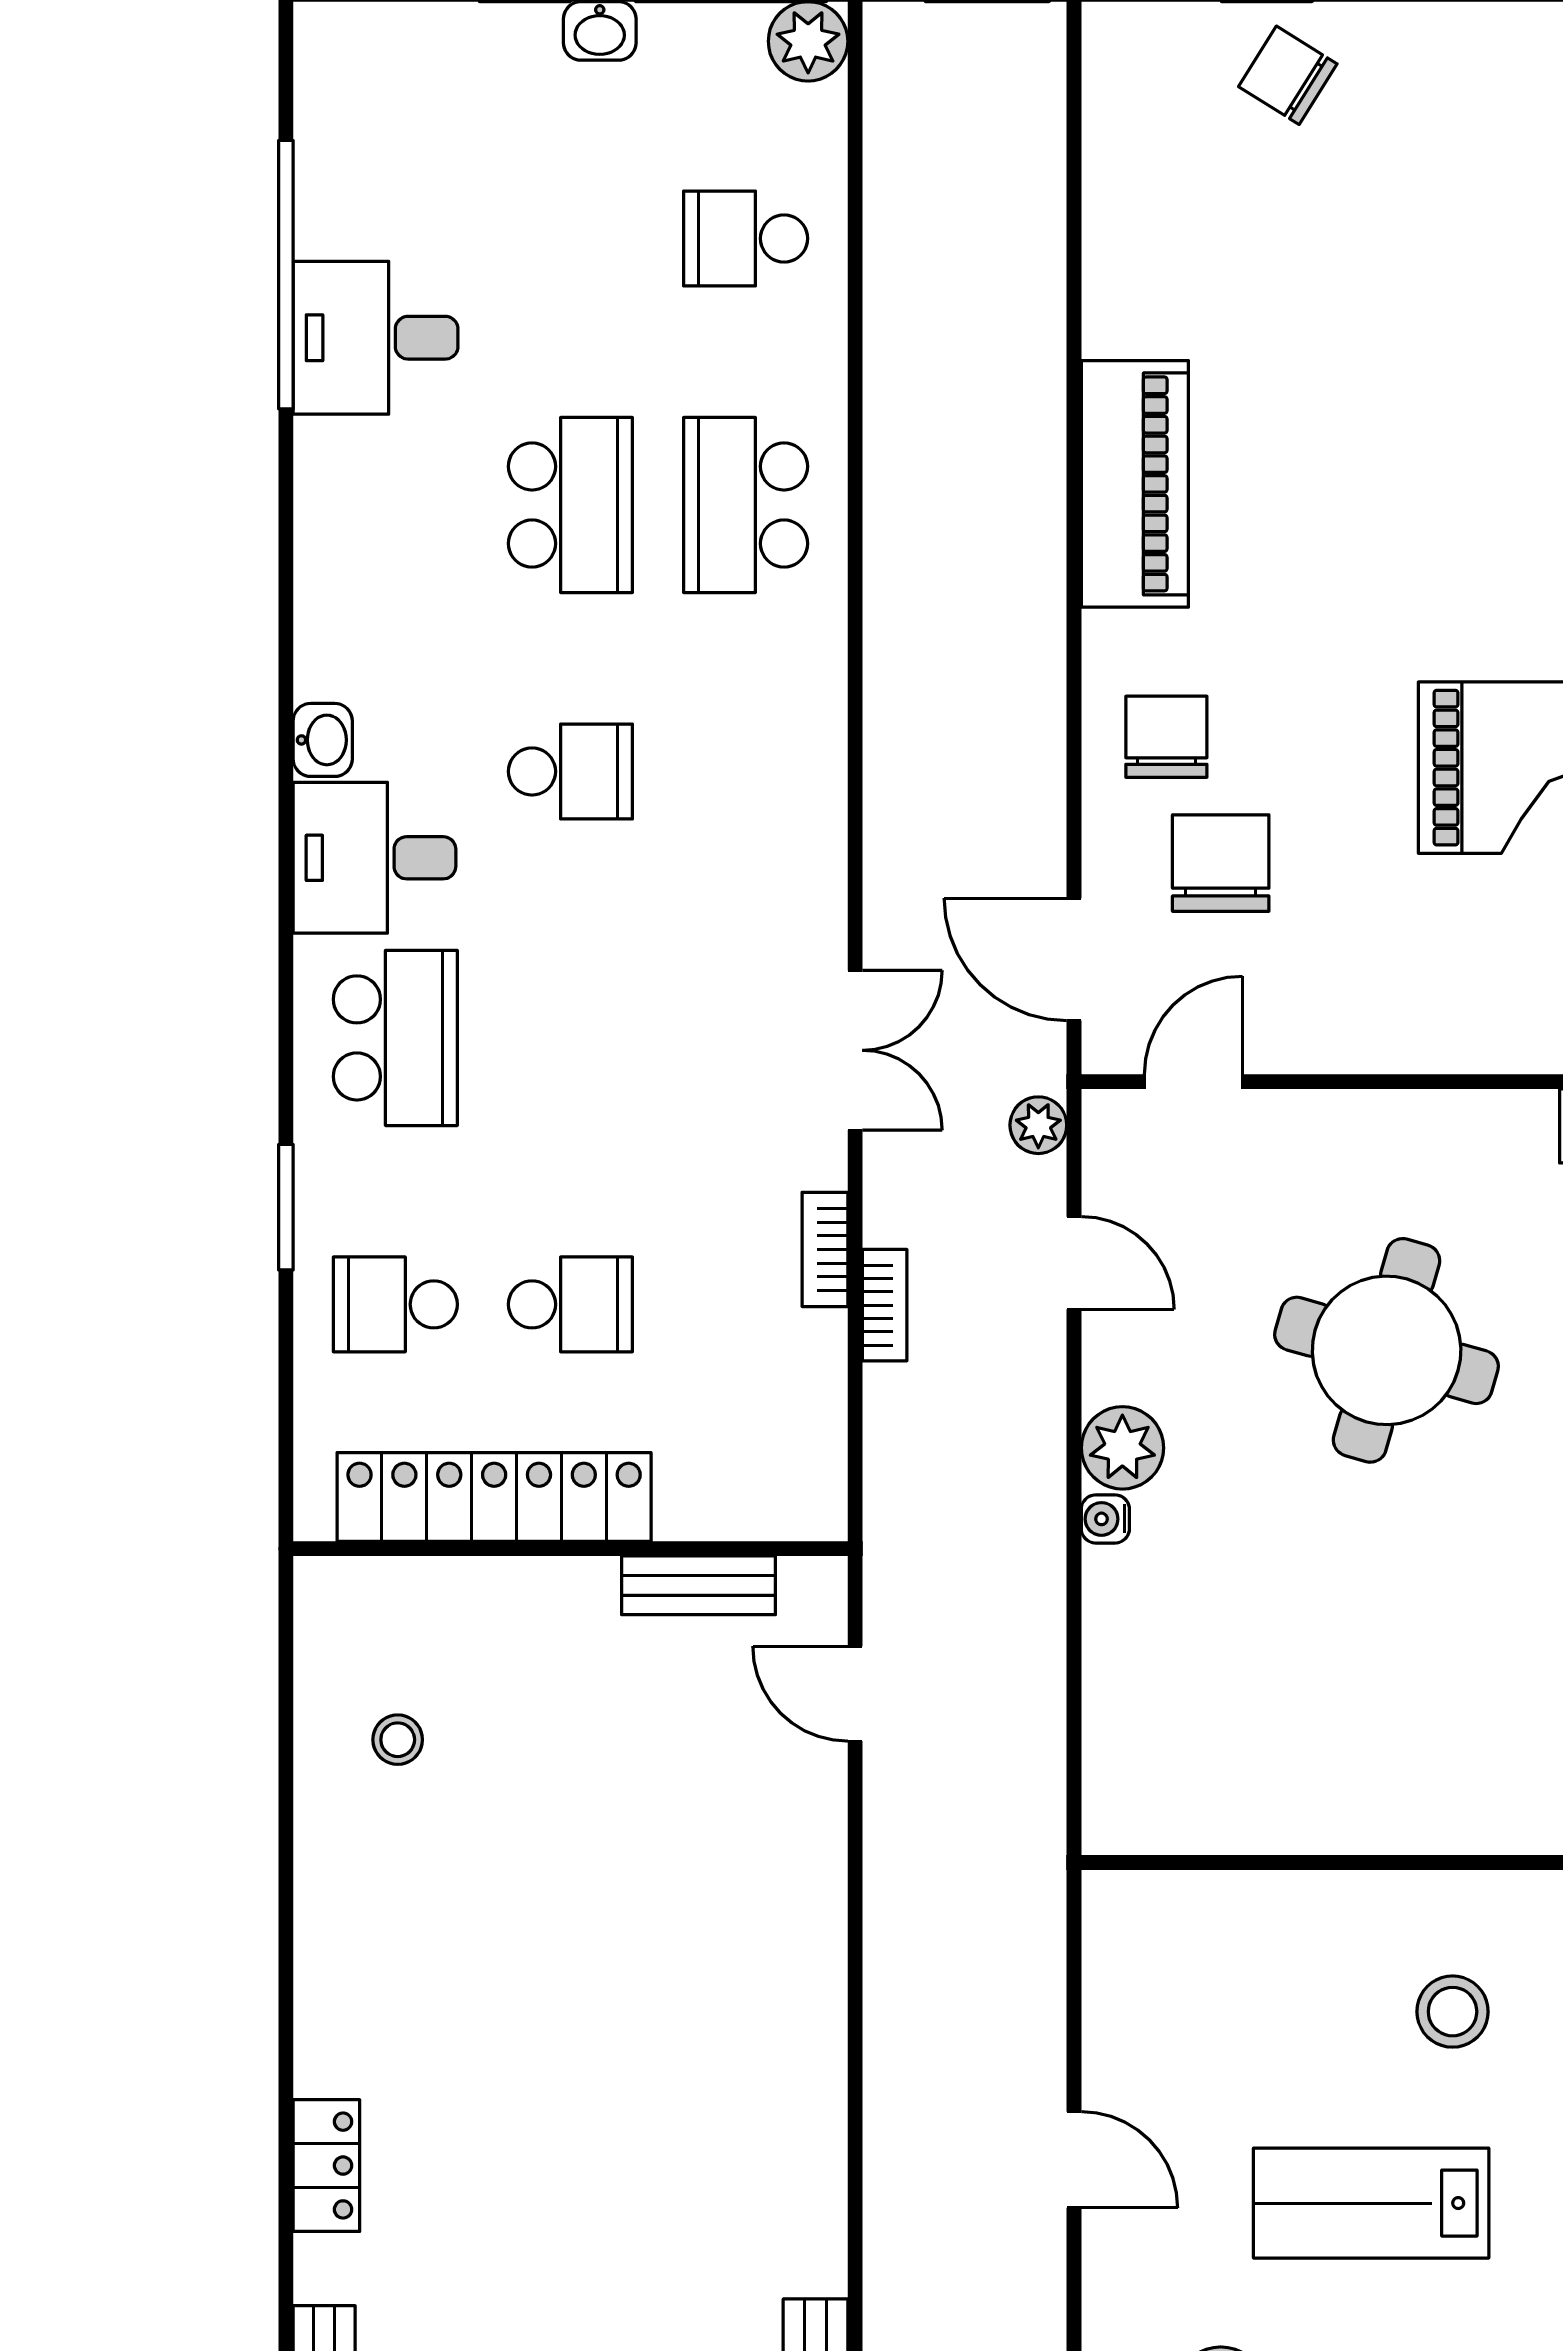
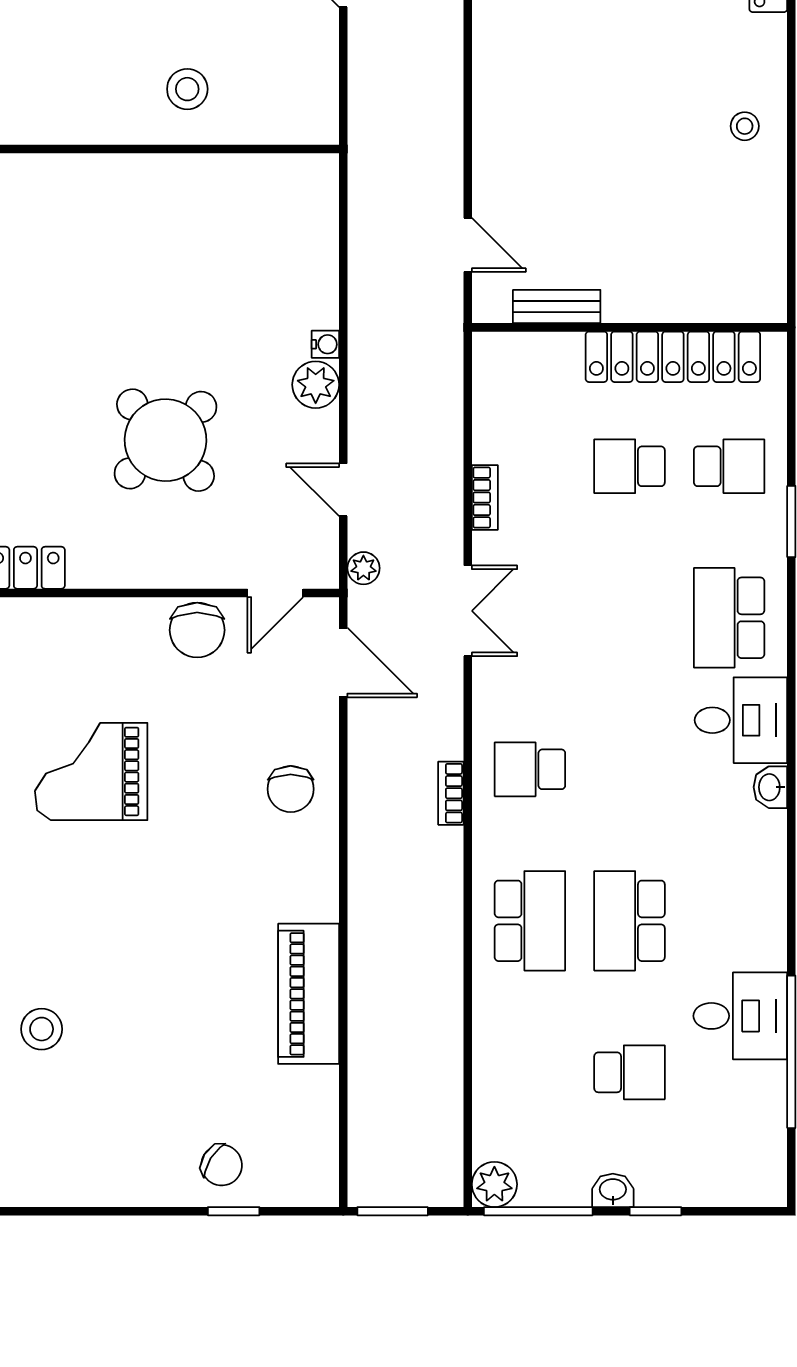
school desk: (746, 238) -> (630, 1072), moved
piano: (1135, 484) -> (309, 994), moved
school desk: (570, 771) -> (530, 769), moved
chair: (1221, 863) -> (197, 630), moved
double door: (855, 1050) -> (468, 611), swing flipped
bookcase: (885, 1305) -> (451, 793), moved
round table: (1387, 1350) -> (165, 440), turned 31
stool: (398, 1740) -> (745, 126), moved
stool: (1453, 2012) -> (187, 89), moved

